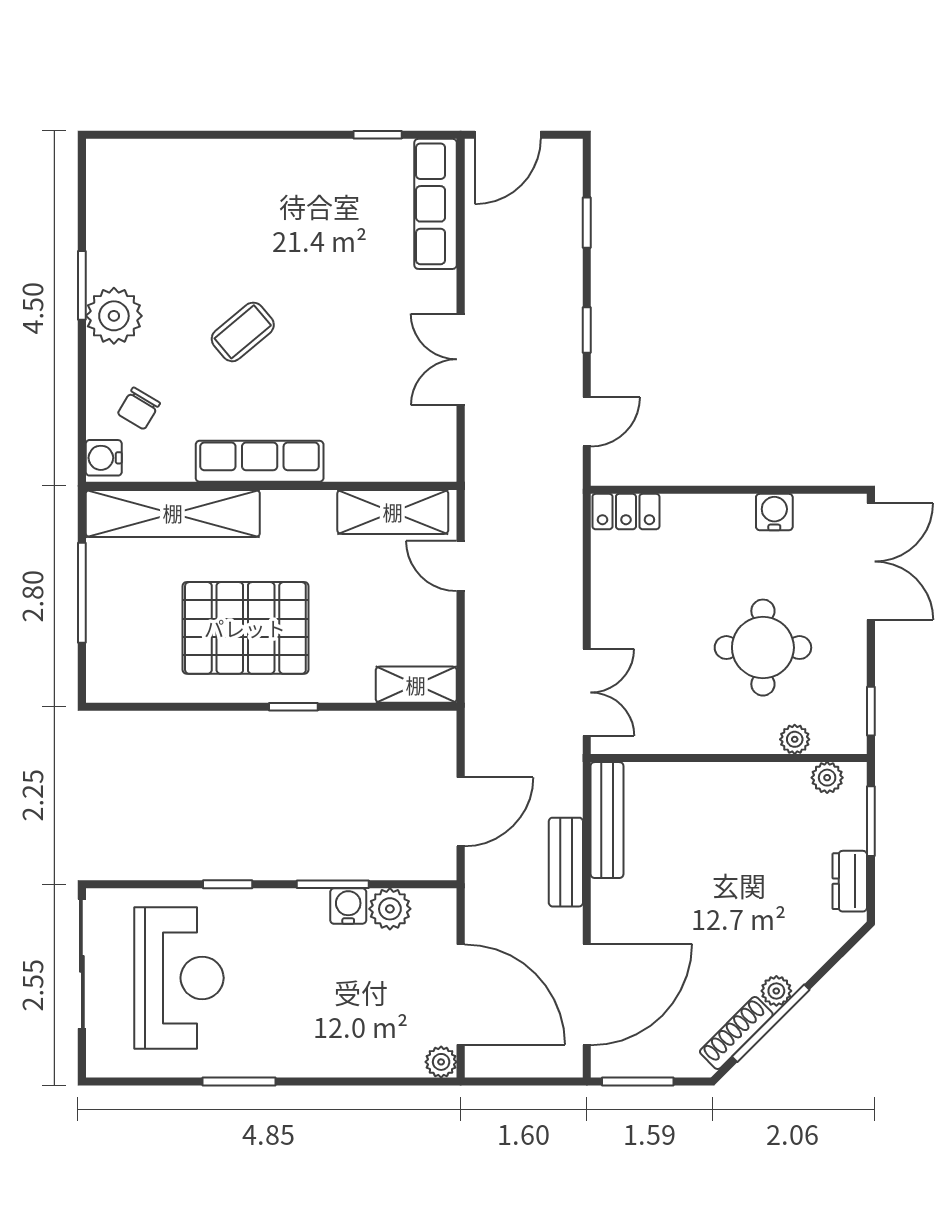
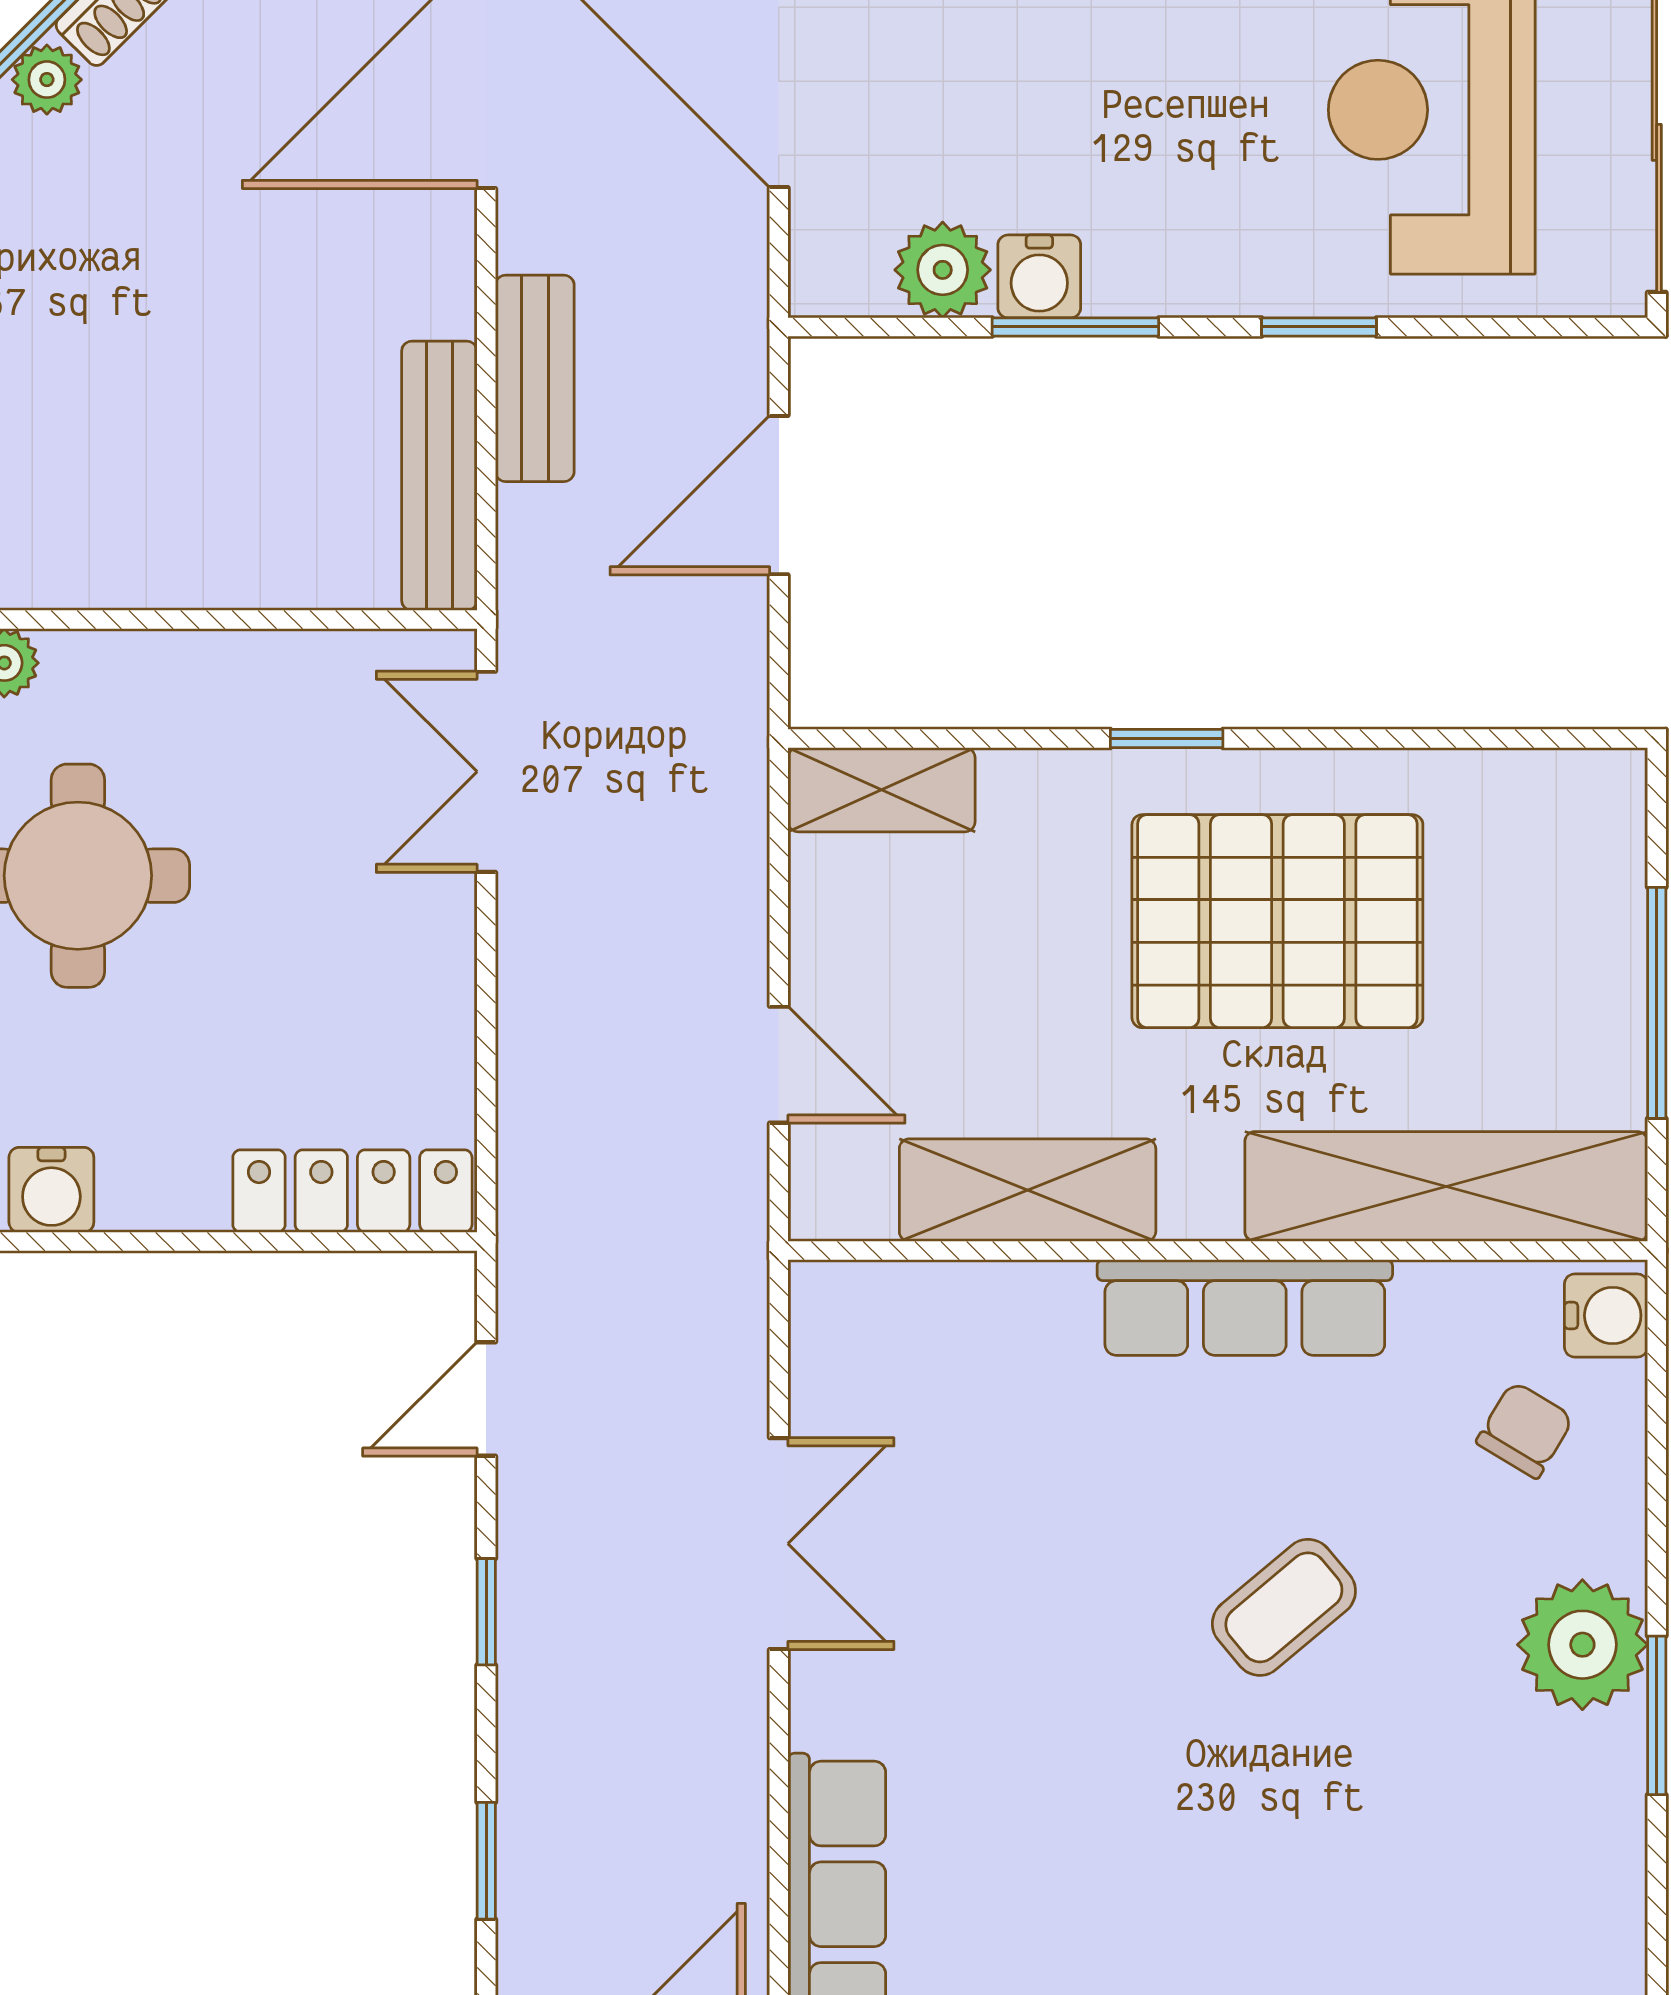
shelving: (393, 512) -> (1028, 1190), moved
locker: (626, 512) -> (352, 1191), width x1.53

